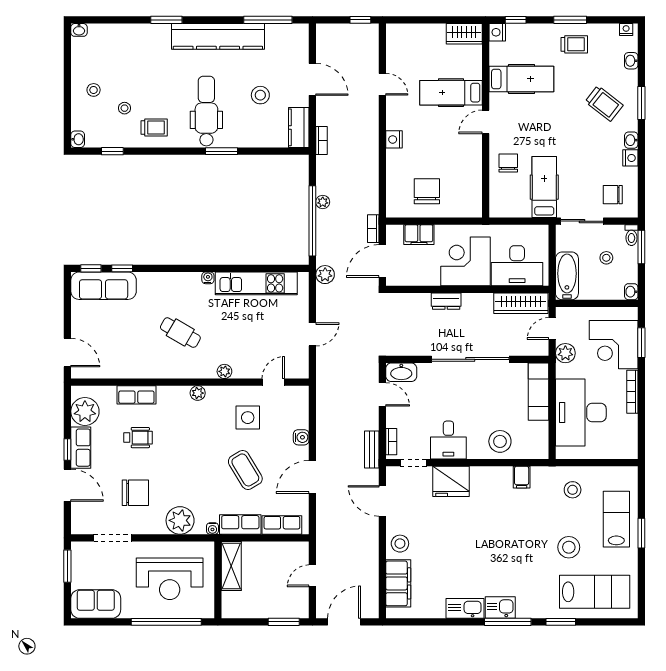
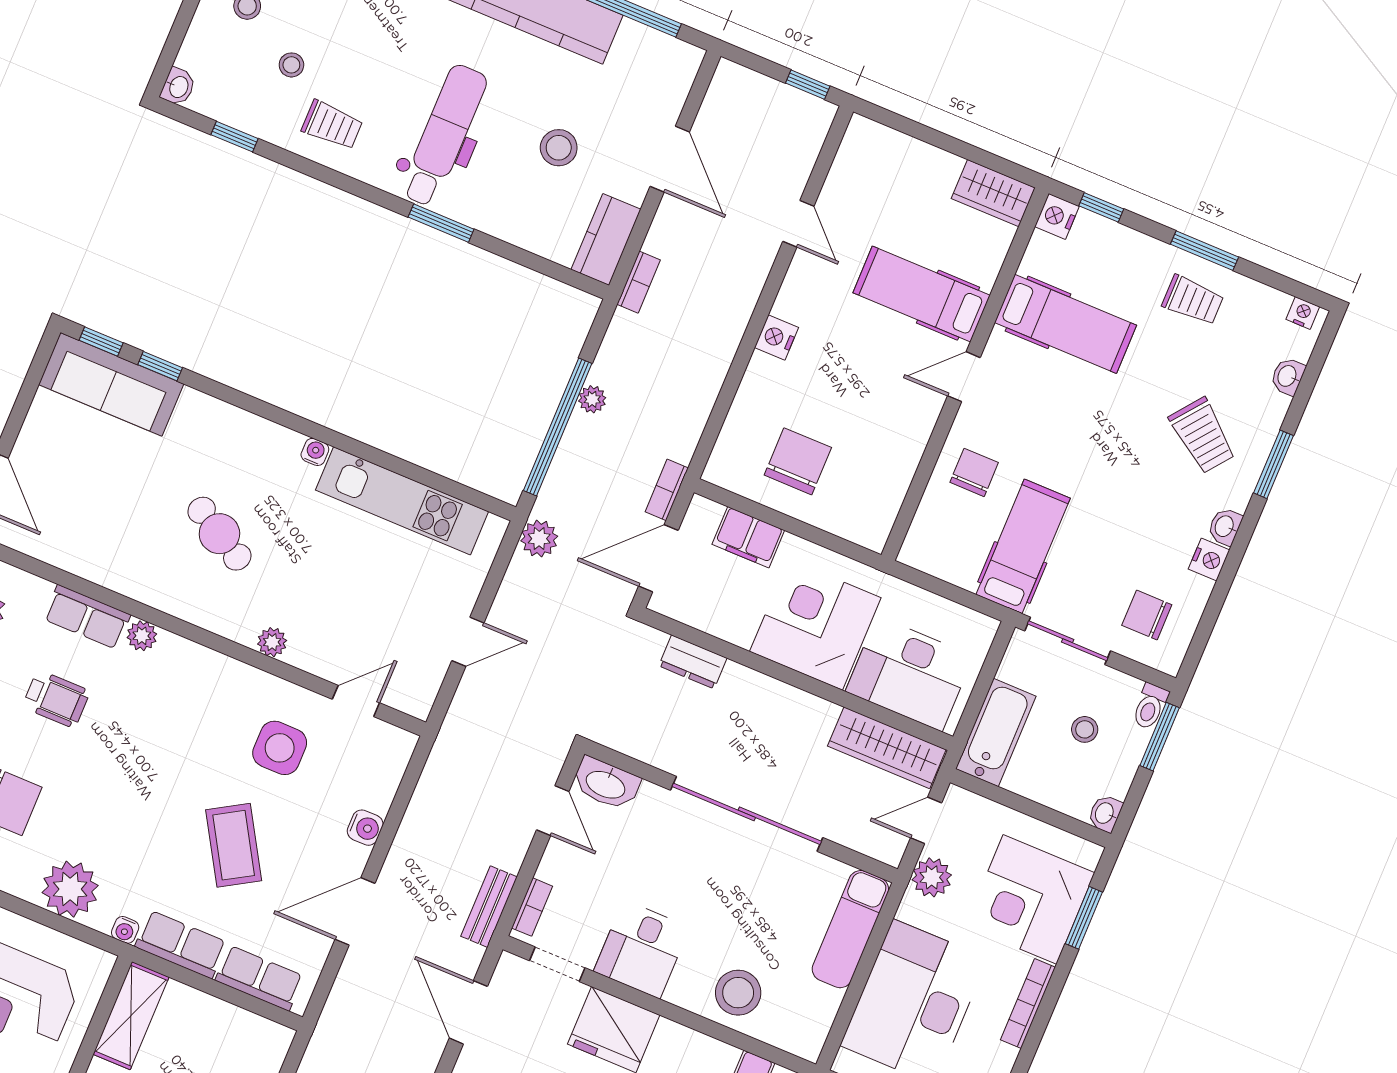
dresser: (446, 301) -> (693, 662), moved
plant: (198, 393) -> (142, 636), moved

